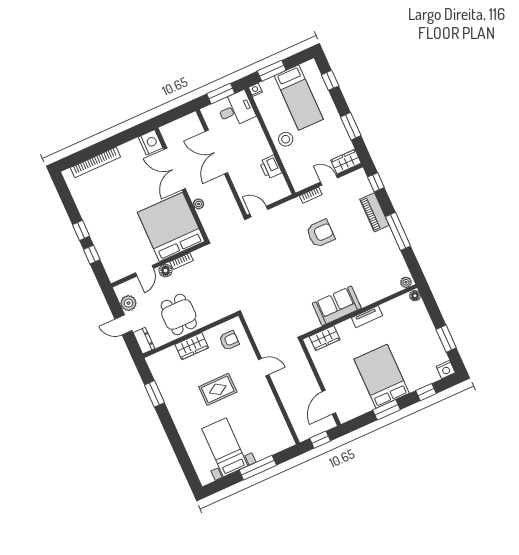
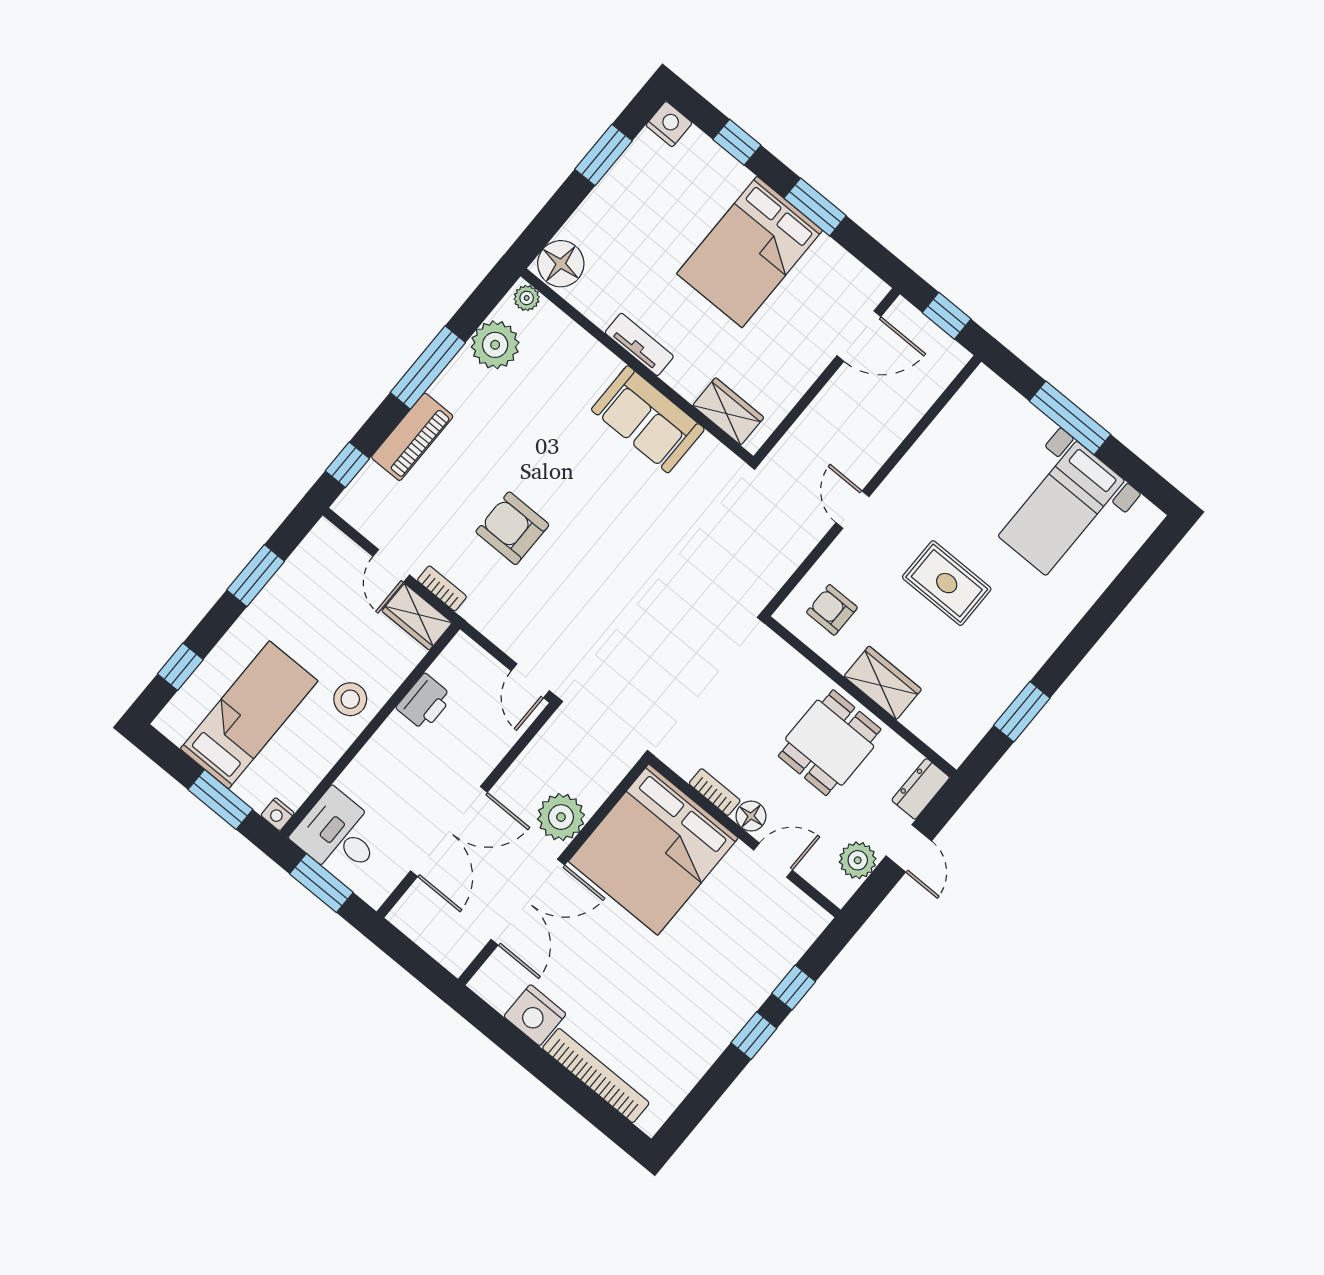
nightstand: (150, 142) -> (535, 1015), moved, turned -90
wardrobe: (346, 162) -> (417, 617), moved
plant: (199, 204) -> (561, 817), width x1.88, depth x1.88
plant: (394, 261) -> (495, 345), added
floor lamp: (415, 296) -> (561, 264), width x1.89, depth x1.89

